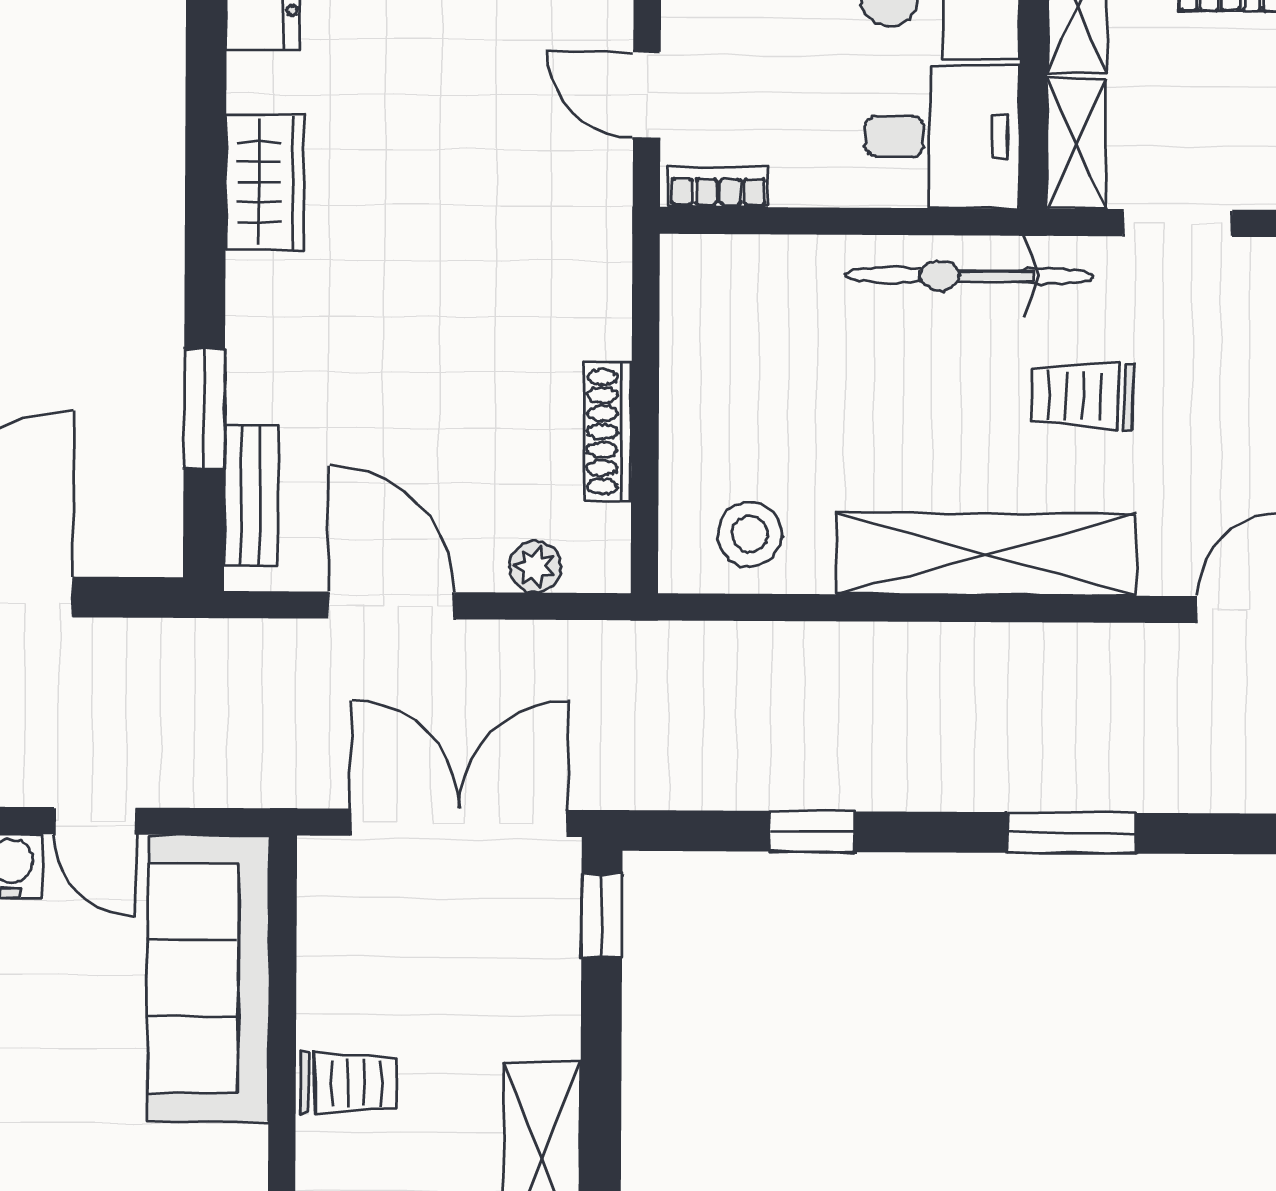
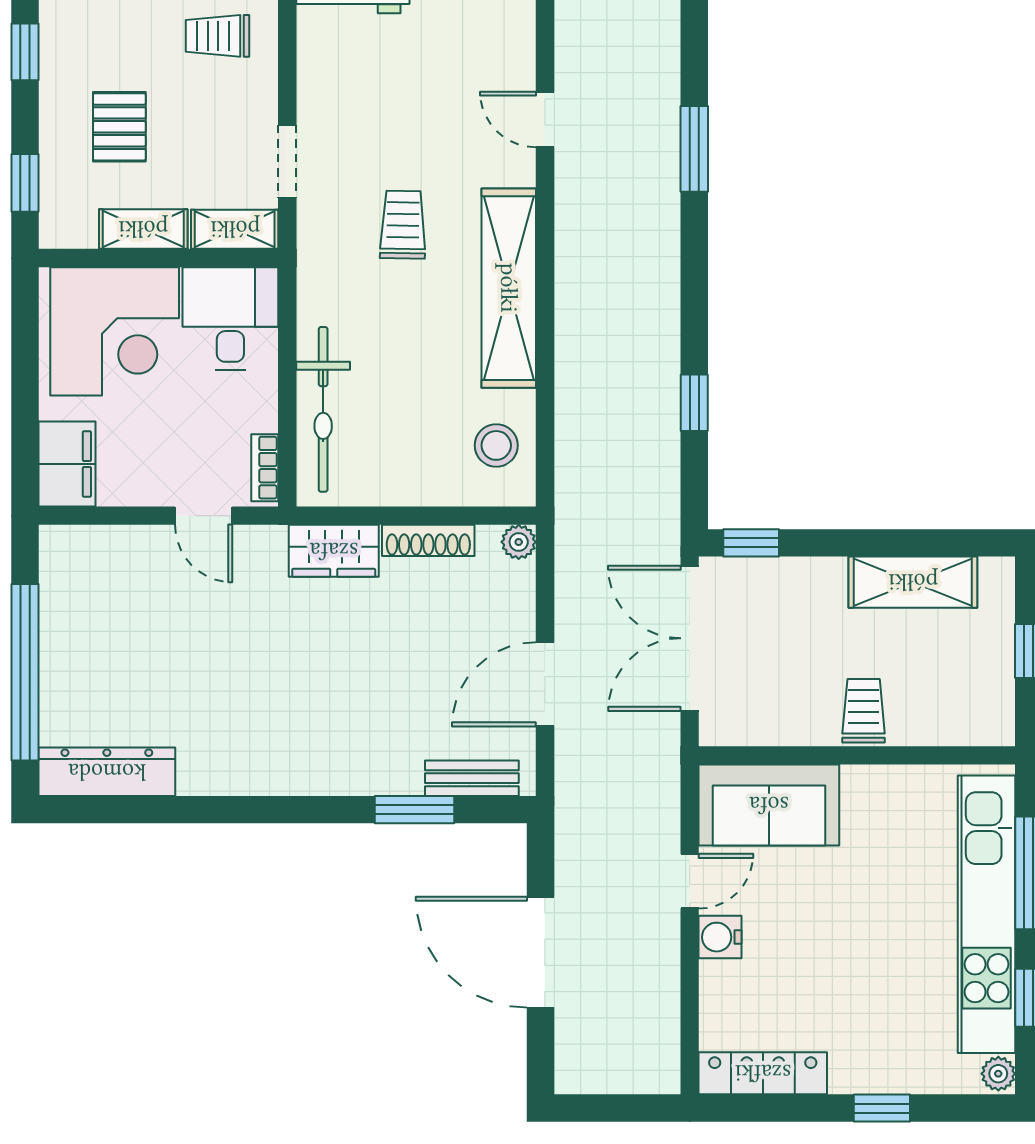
door: (647, 95) -> (204, 516), hinge flipped
wardrobe: (265, 182) -> (334, 551), moved, turned 180
bicycle: (969, 276) -> (323, 409), moved
trolley: (1082, 396) -> (403, 225), turned 180
plant: (535, 567) -> (519, 542), moved
window: (1072, 833) -> (694, 149), moved
sofa: (208, 978) -> (769, 805), width x0.73

